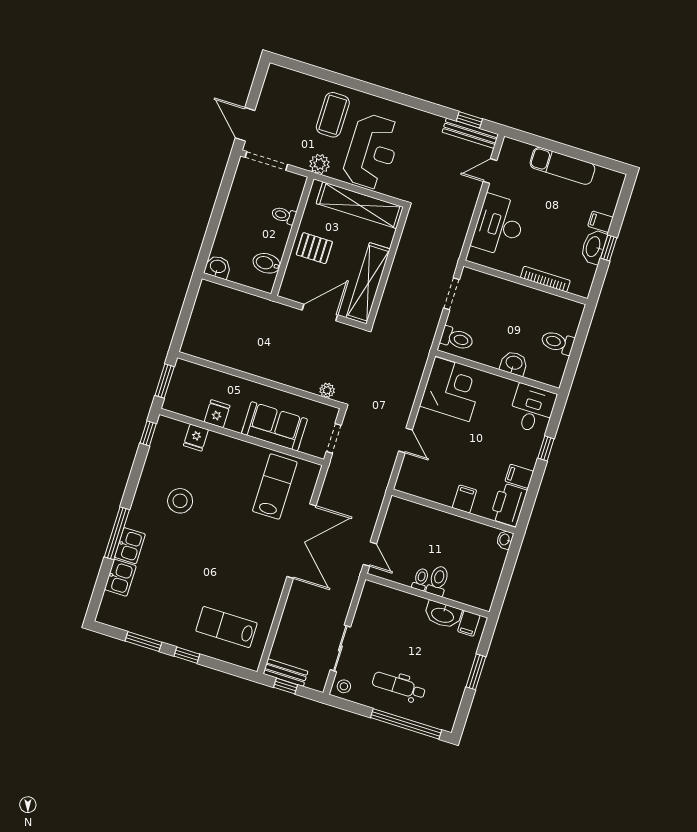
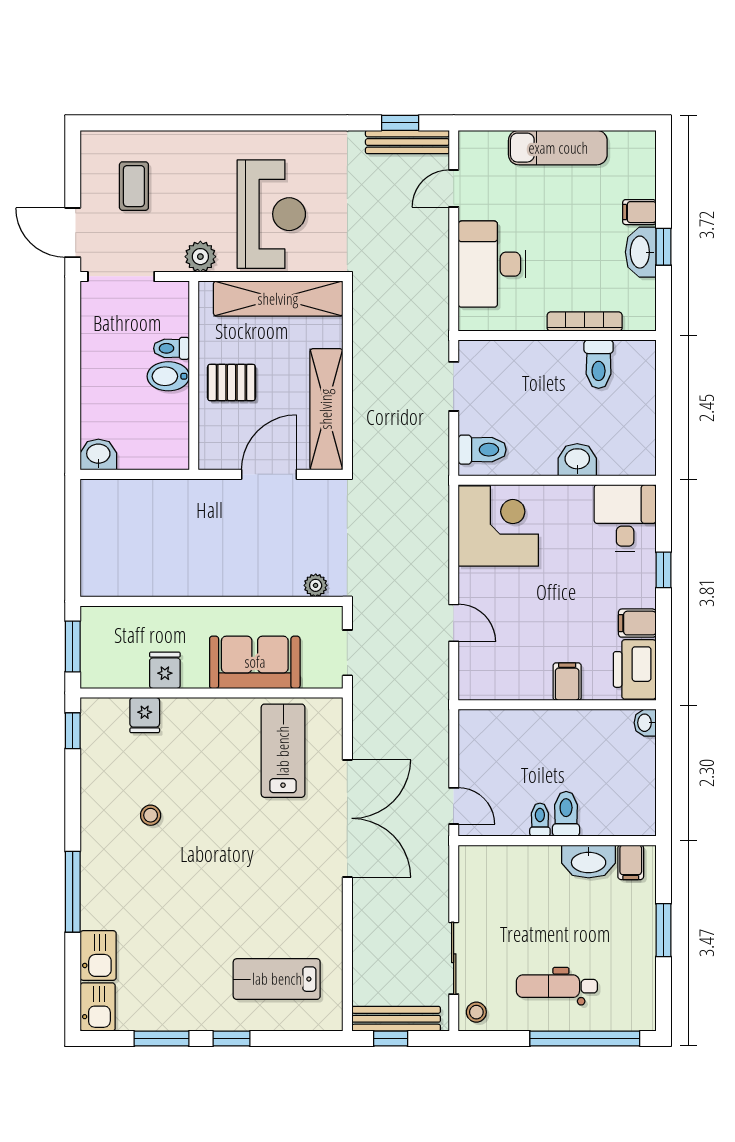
coffee table: (333, 115) -> (134, 186), moved, width x0.73, depth x0.77
bidet: (267, 263) -> (168, 376), moved
toilet: (558, 342) -> (599, 364), moved, turned -90
stool: (180, 501) -> (151, 815), width x0.53, depth x0.53
kitchen sink: (130, 546) -> (98, 1007), moved
bench: (285, 673) -> (396, 1019), width x1.36

